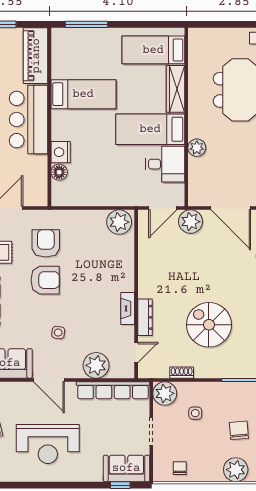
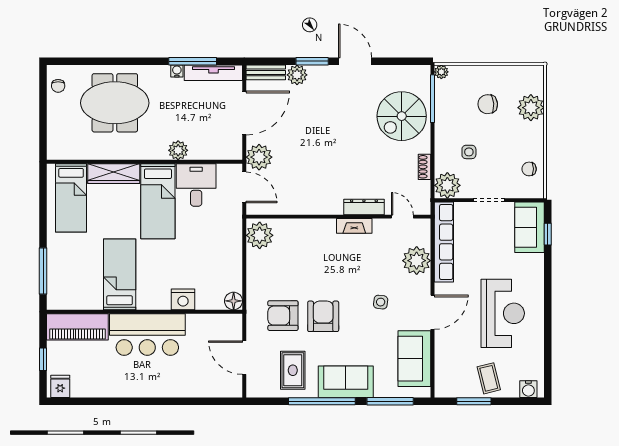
floor lamp: (59, 172) -> (234, 301), moved
spiral stairs: (209, 325) -> (402, 116), moved

